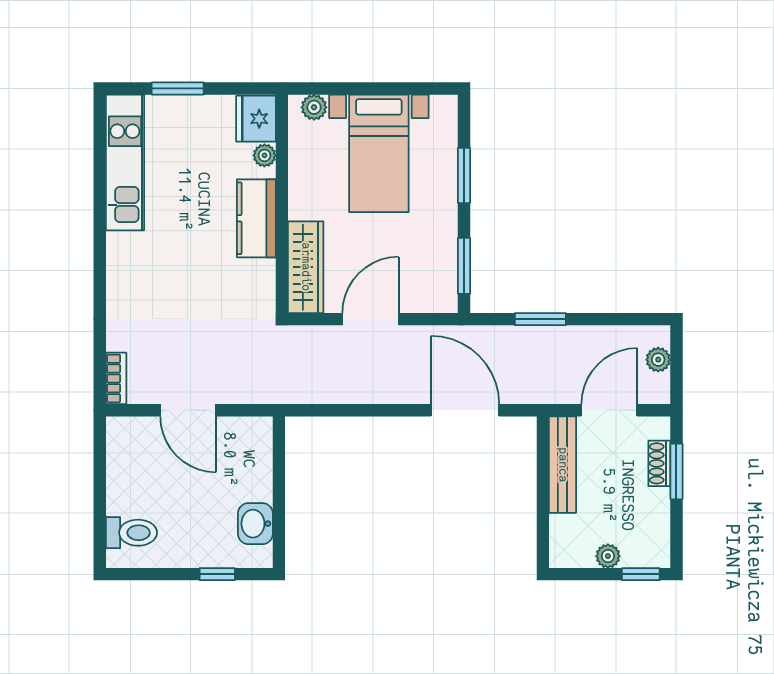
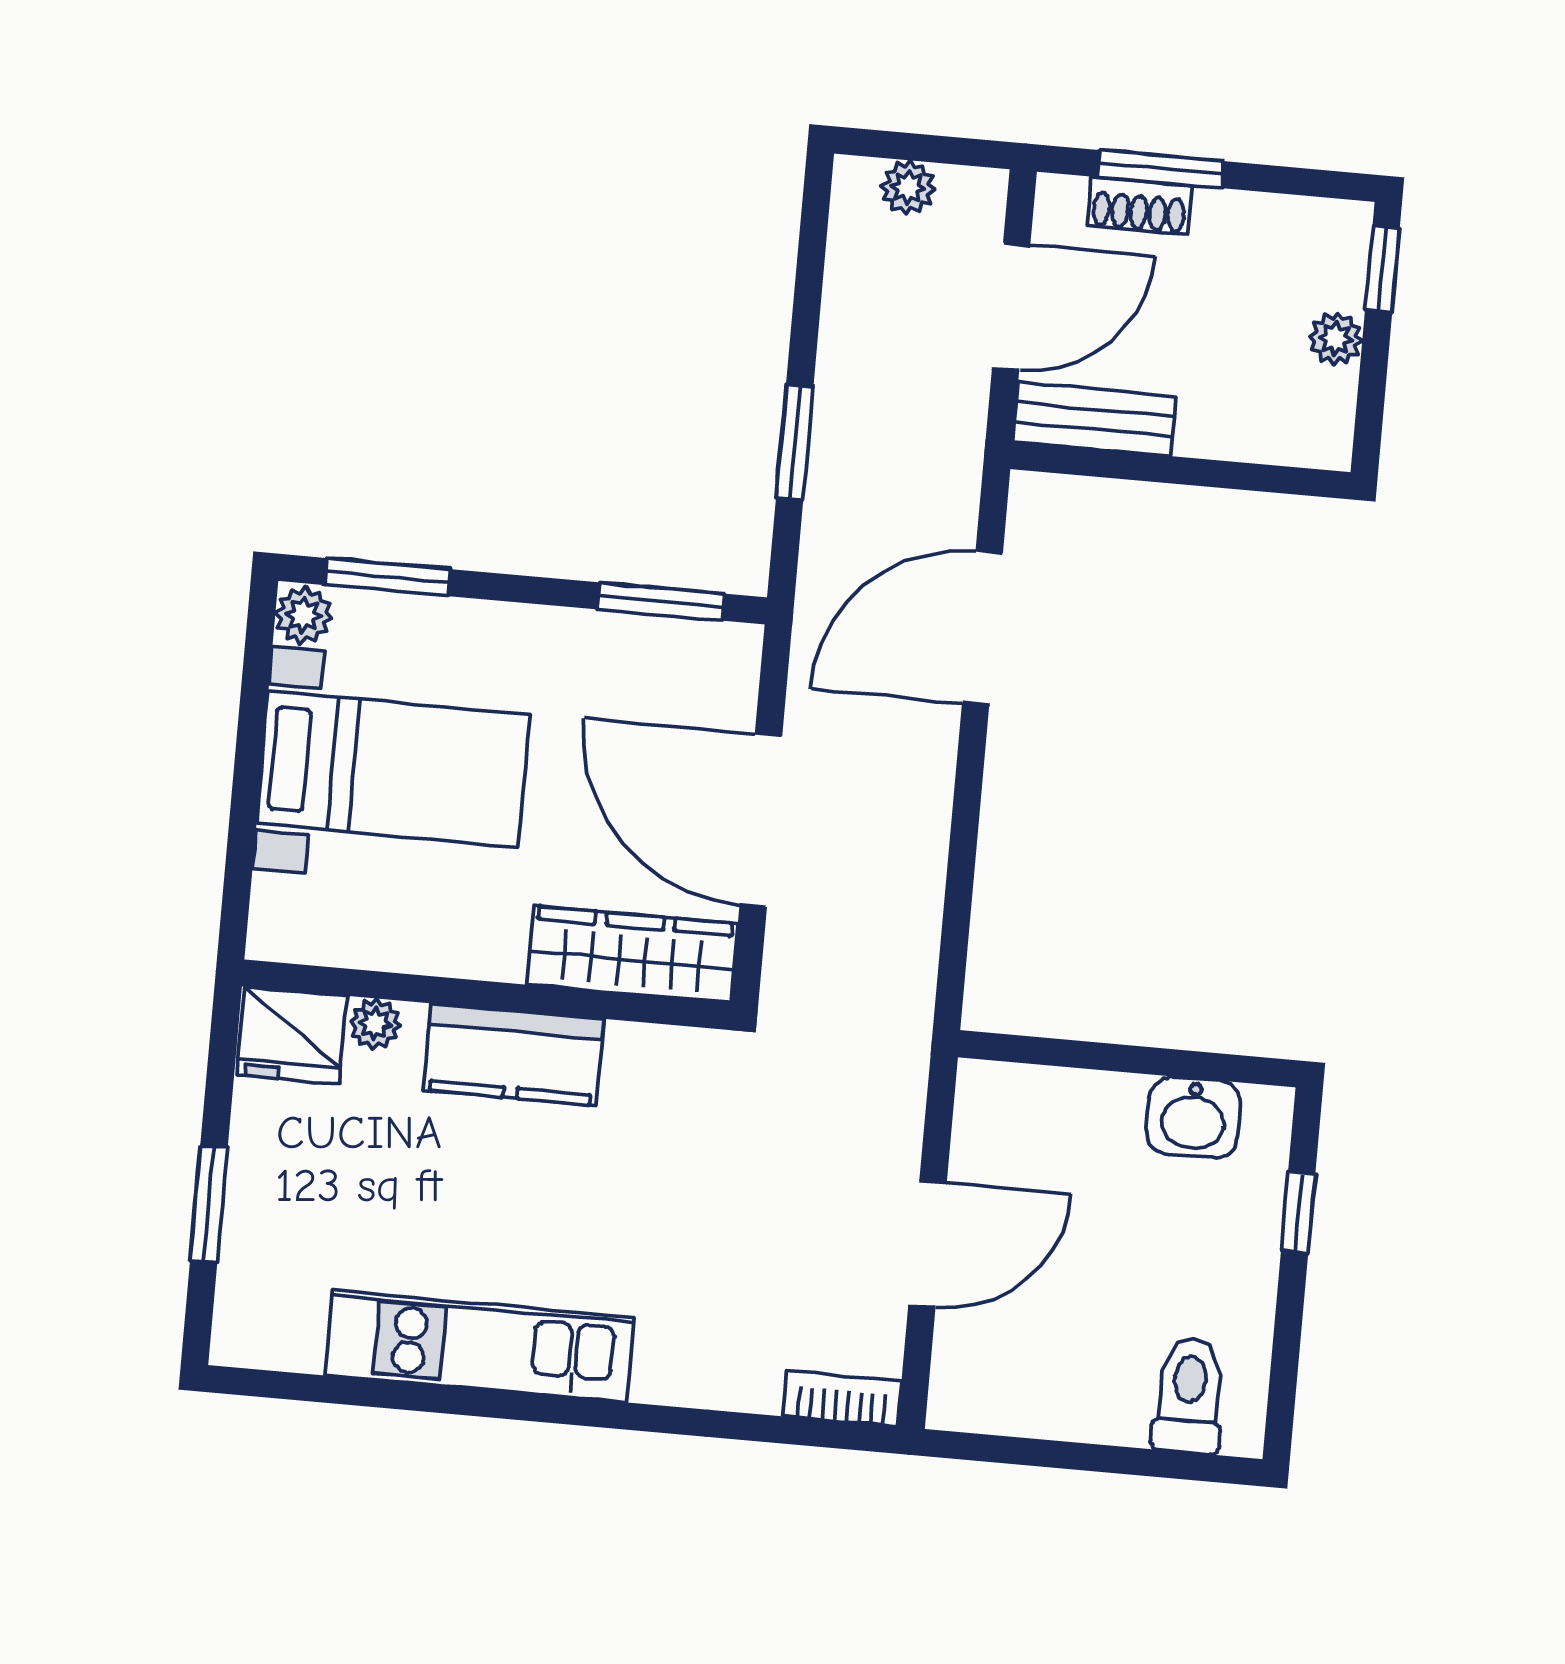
plant: (314, 107) -> (304, 615), moved
kitchen unit: (125, 162) -> (479, 1346), moved
window: (464, 175) -> (387, 577), moved
door: (370, 319) -> (761, 820), width x1.36
door: (609, 410) -> (1011, 306), swing flipped
bench: (563, 465) -> (1094, 419), width x0.73

